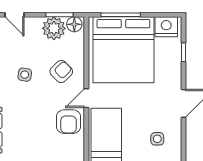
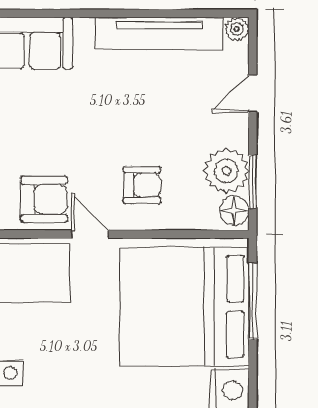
armchair: (61, 71) -> (142, 185), turned -46
side table: (25, 75) -> (136, 114), removed
armchair: (68, 122) -> (44, 199), turned 180

